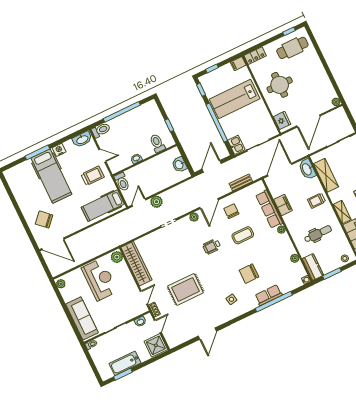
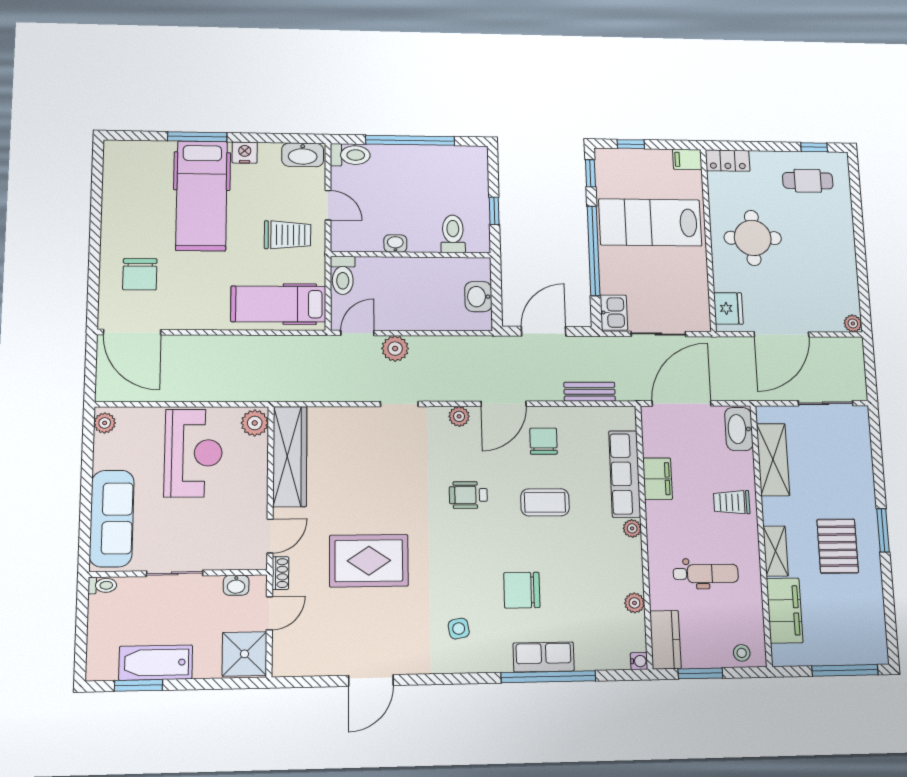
cafe table: (292, 48) -> (808, 181), width x0.73, depth x0.74
chair: (44, 220) -> (140, 274), turned -133

